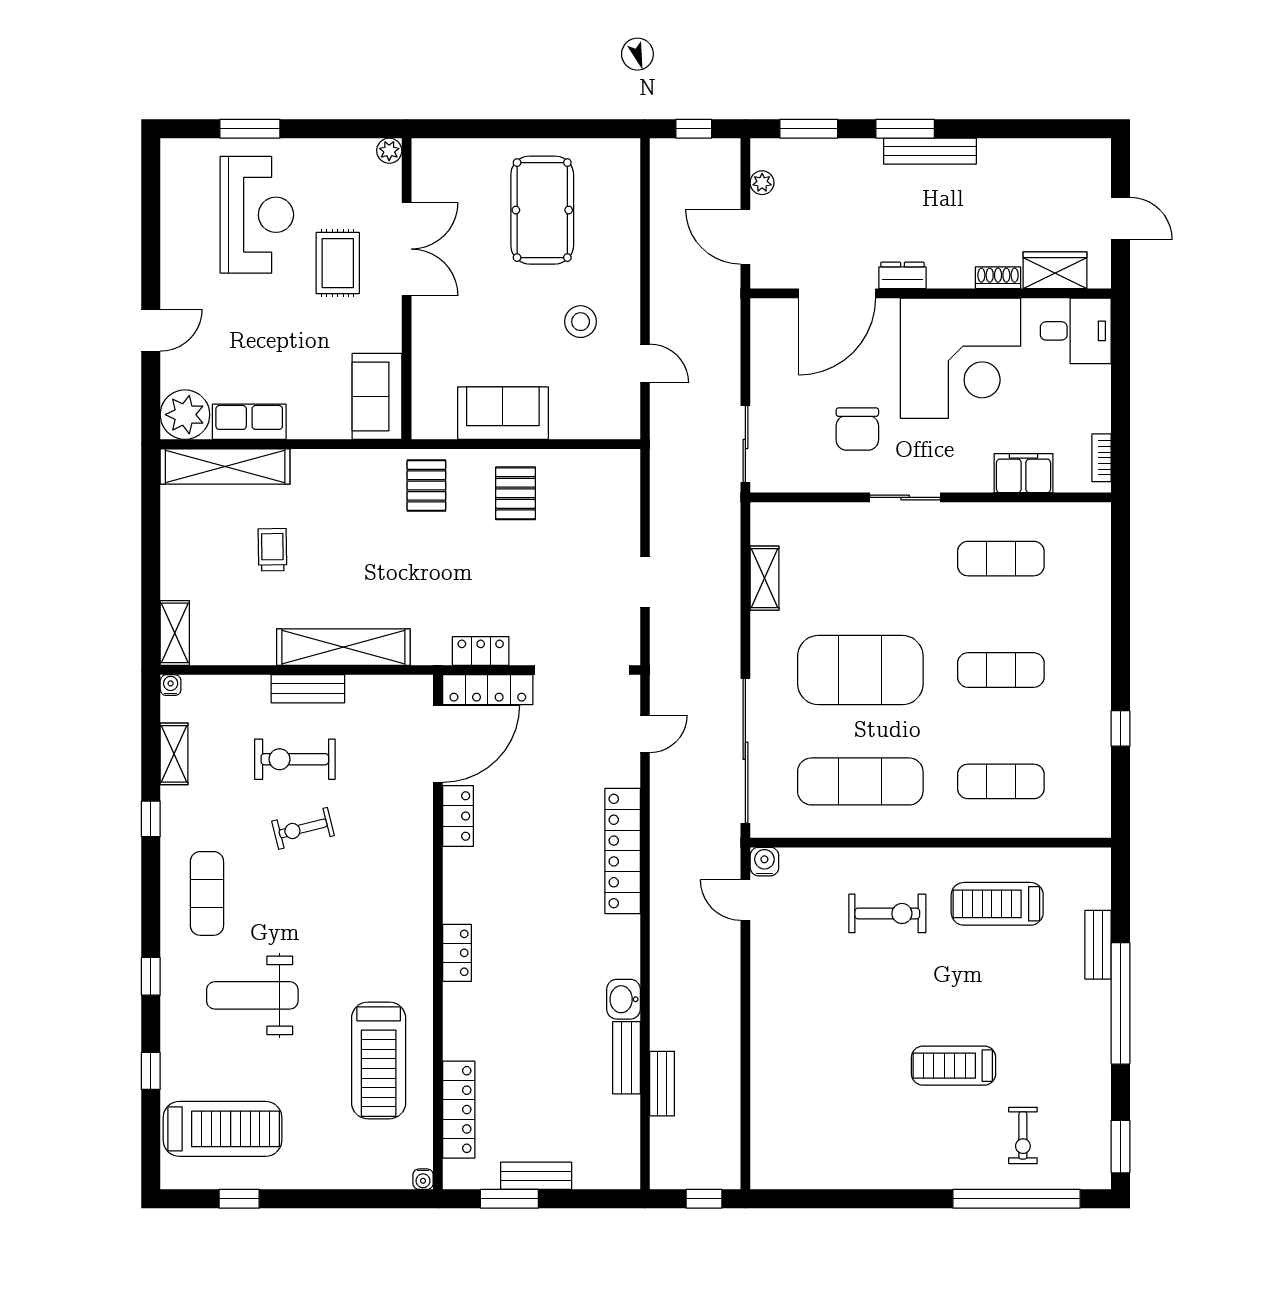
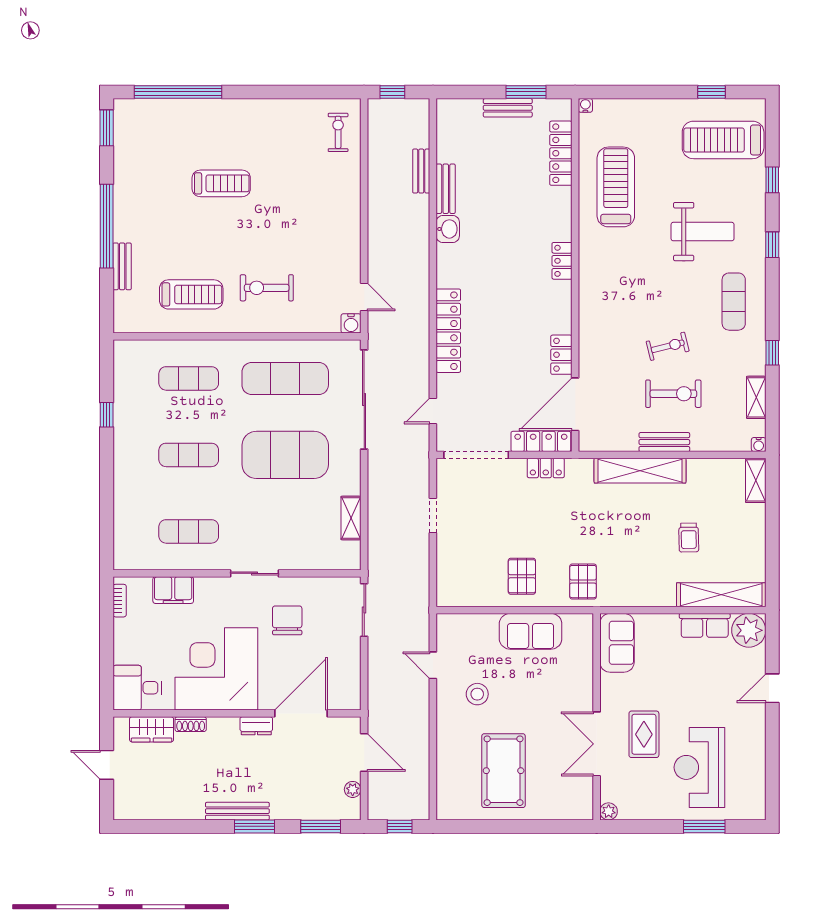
exercise bike: (1023, 1135) -> (338, 132), moved

